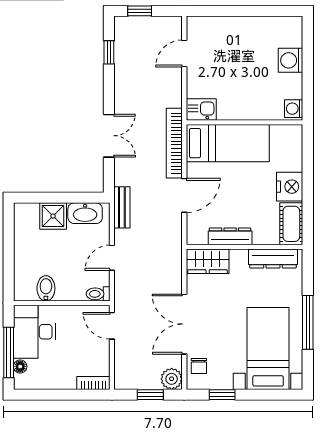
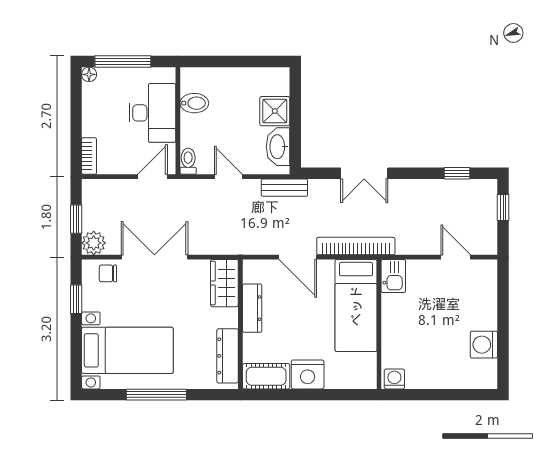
washing machine: (291, 60) -> (484, 345), moved, turned -90
desk: (34, 332) -> (152, 113), moved, turned 90
floor lamp: (20, 367) -> (89, 74), moved

